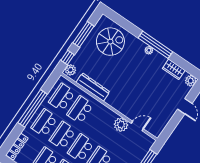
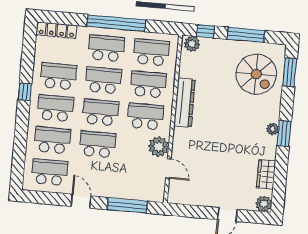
window: (120, 21) -> (290, 72), added
window: (155, 45) -> (284, 134), width x0.47
dresser: (93, 87) -> (185, 103), moved
school desk: (98, 122) -> (145, 116), added

